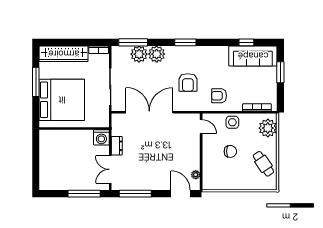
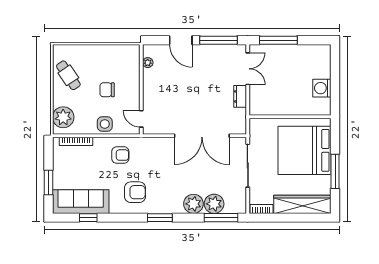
armchair: (188, 82) -> (135, 192), moved, turned 90
washing machine: (101, 137) -> (322, 88), moved, turned -90
door: (181, 194) -> (181, 40), moved

